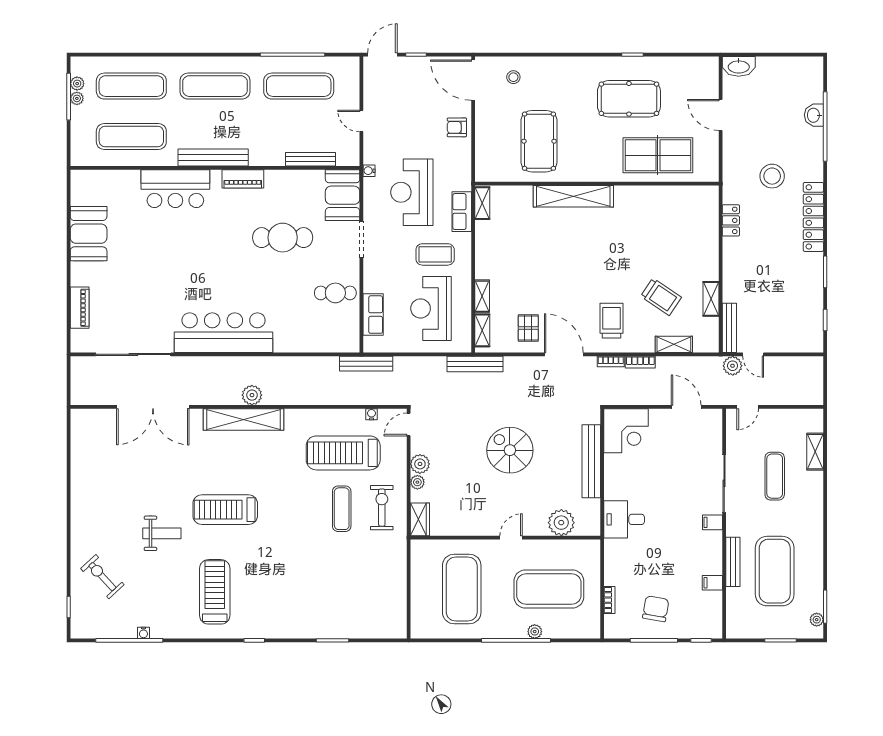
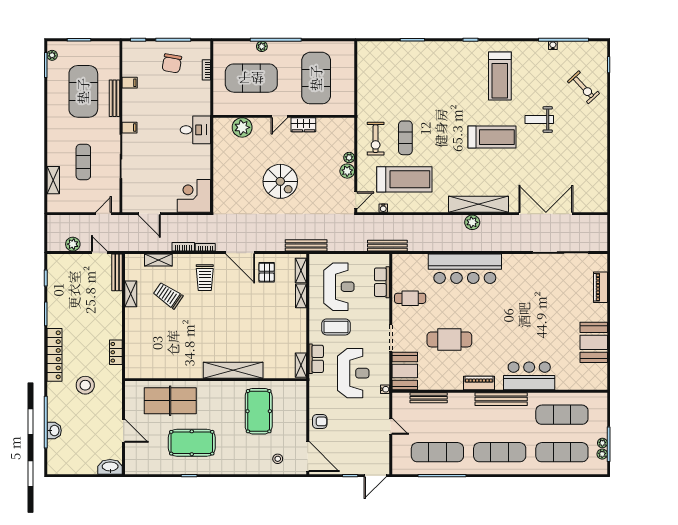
bar counter: (224, 333) -> (465, 269), moved
plant: (733, 366) -> (73, 244), moved
bench: (591, 461) -> (220, 173), removed
wardrobe: (420, 519) -> (303, 125), moved, turned -90

